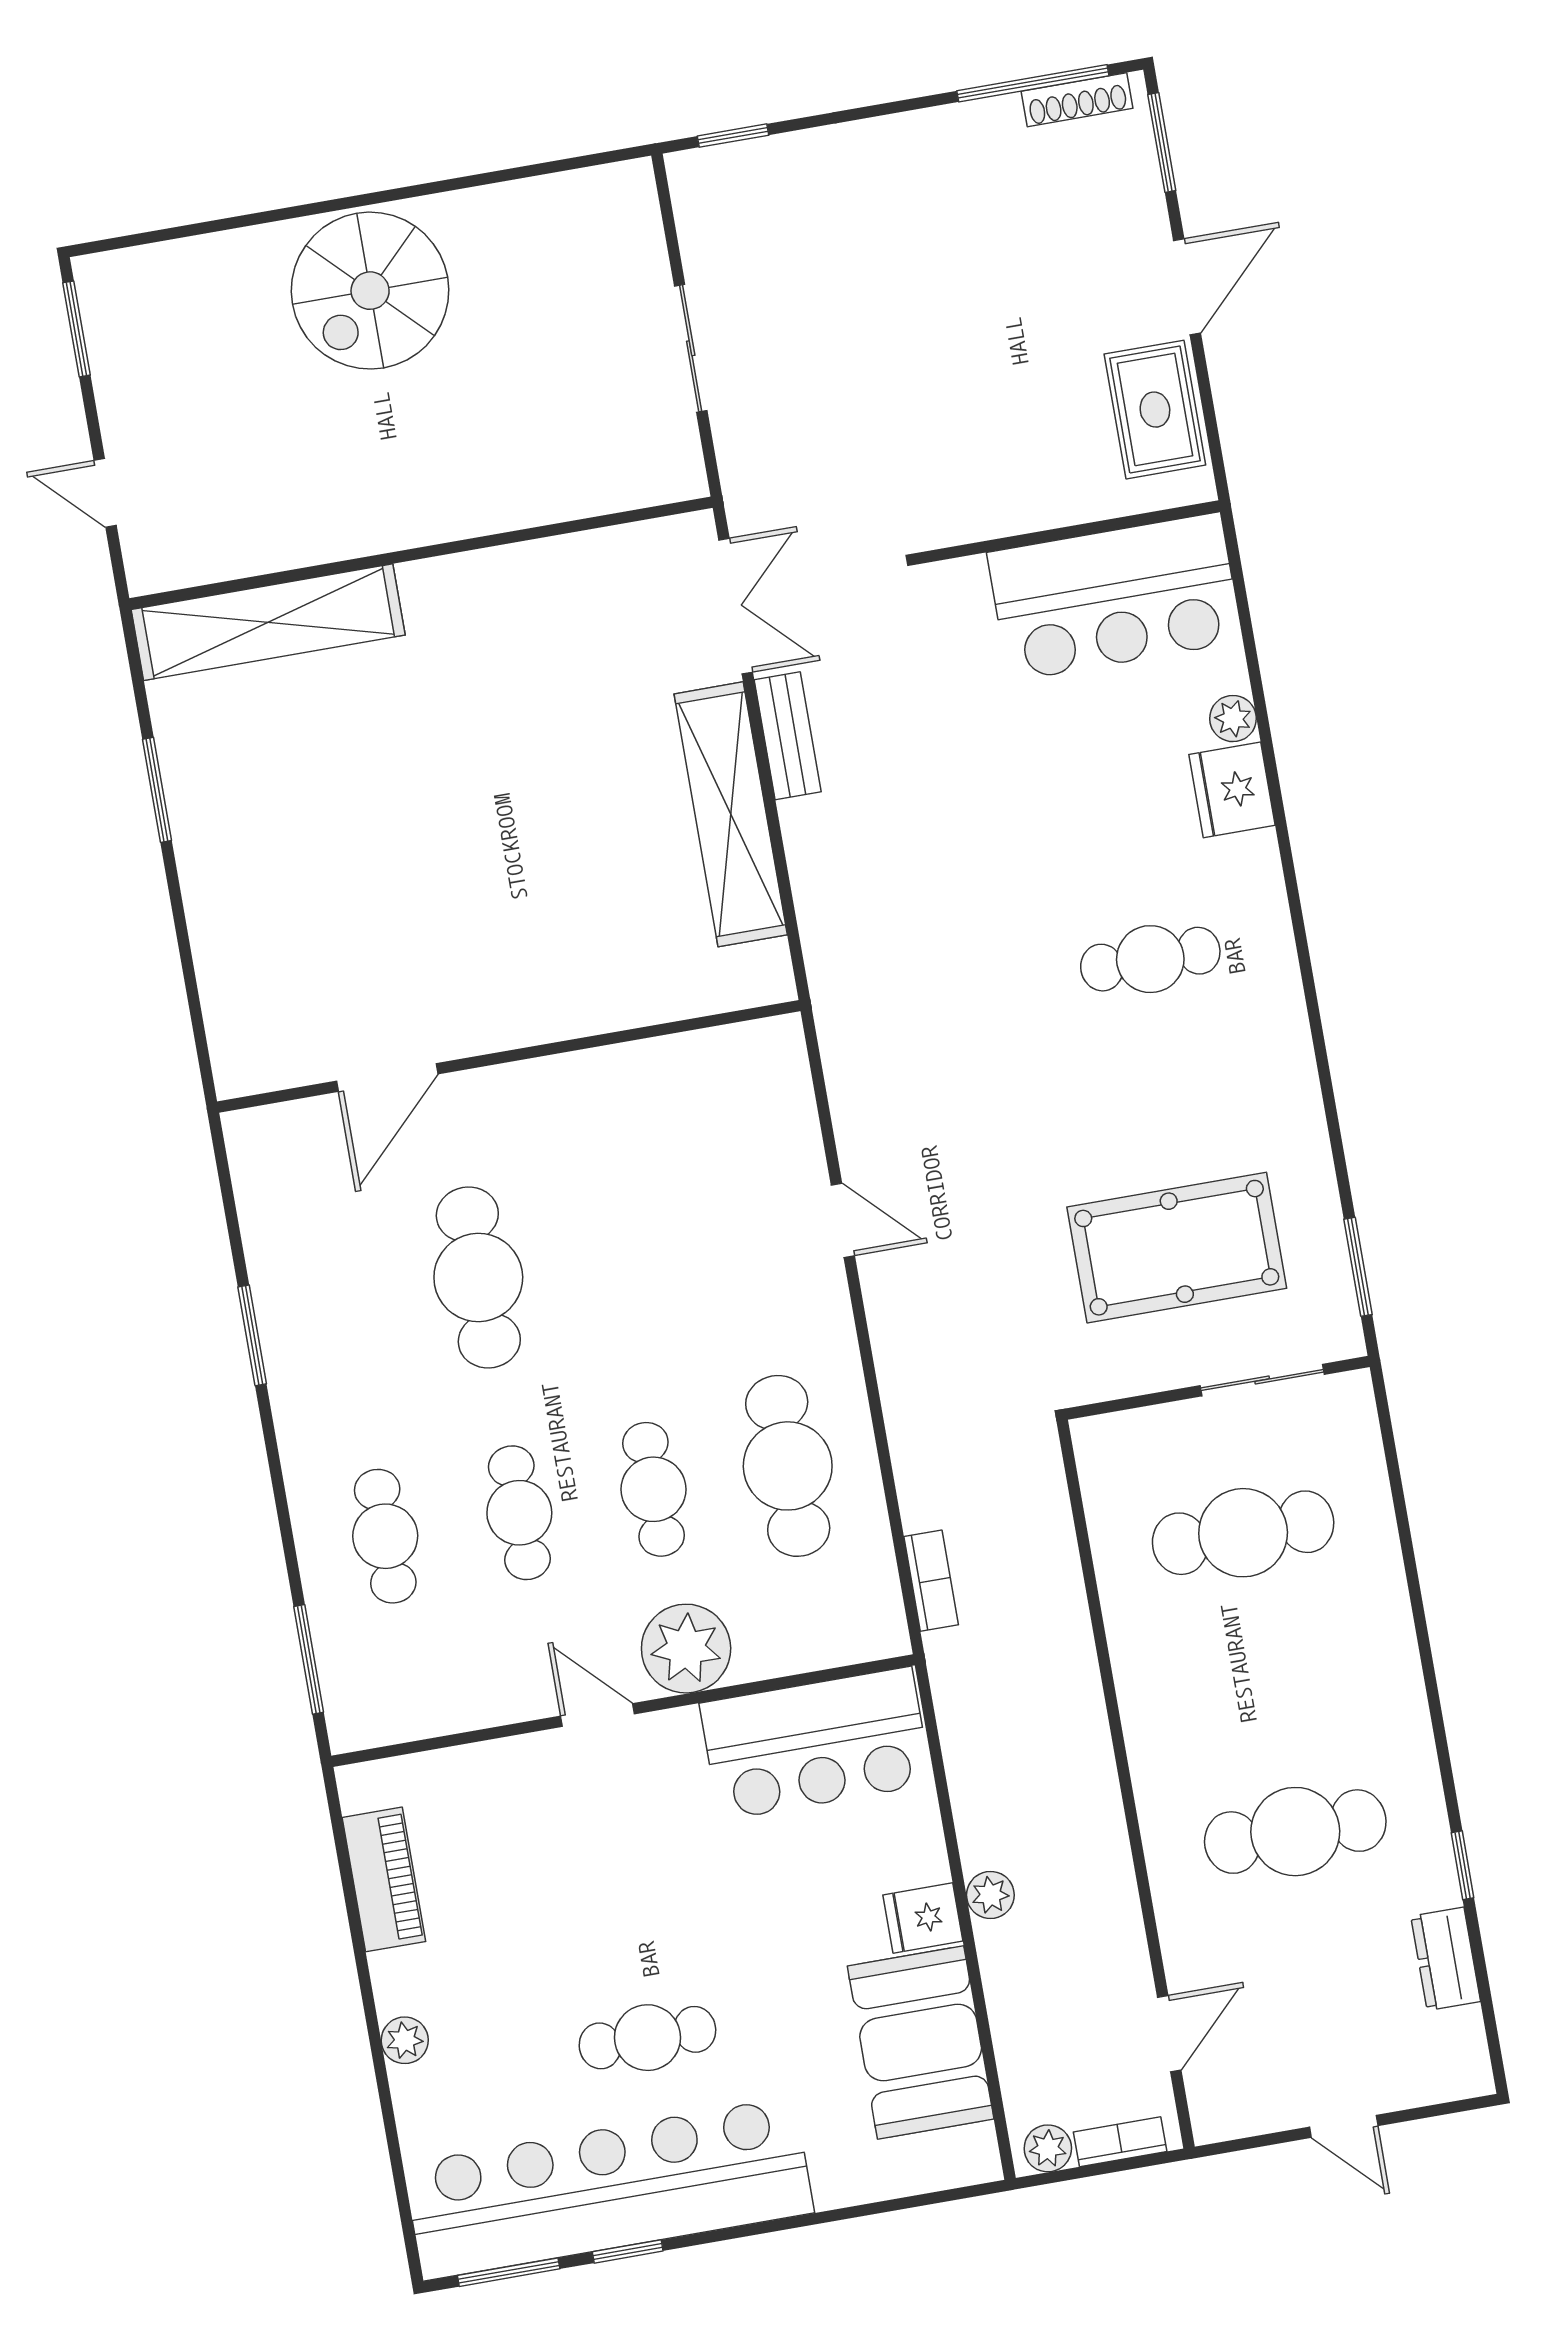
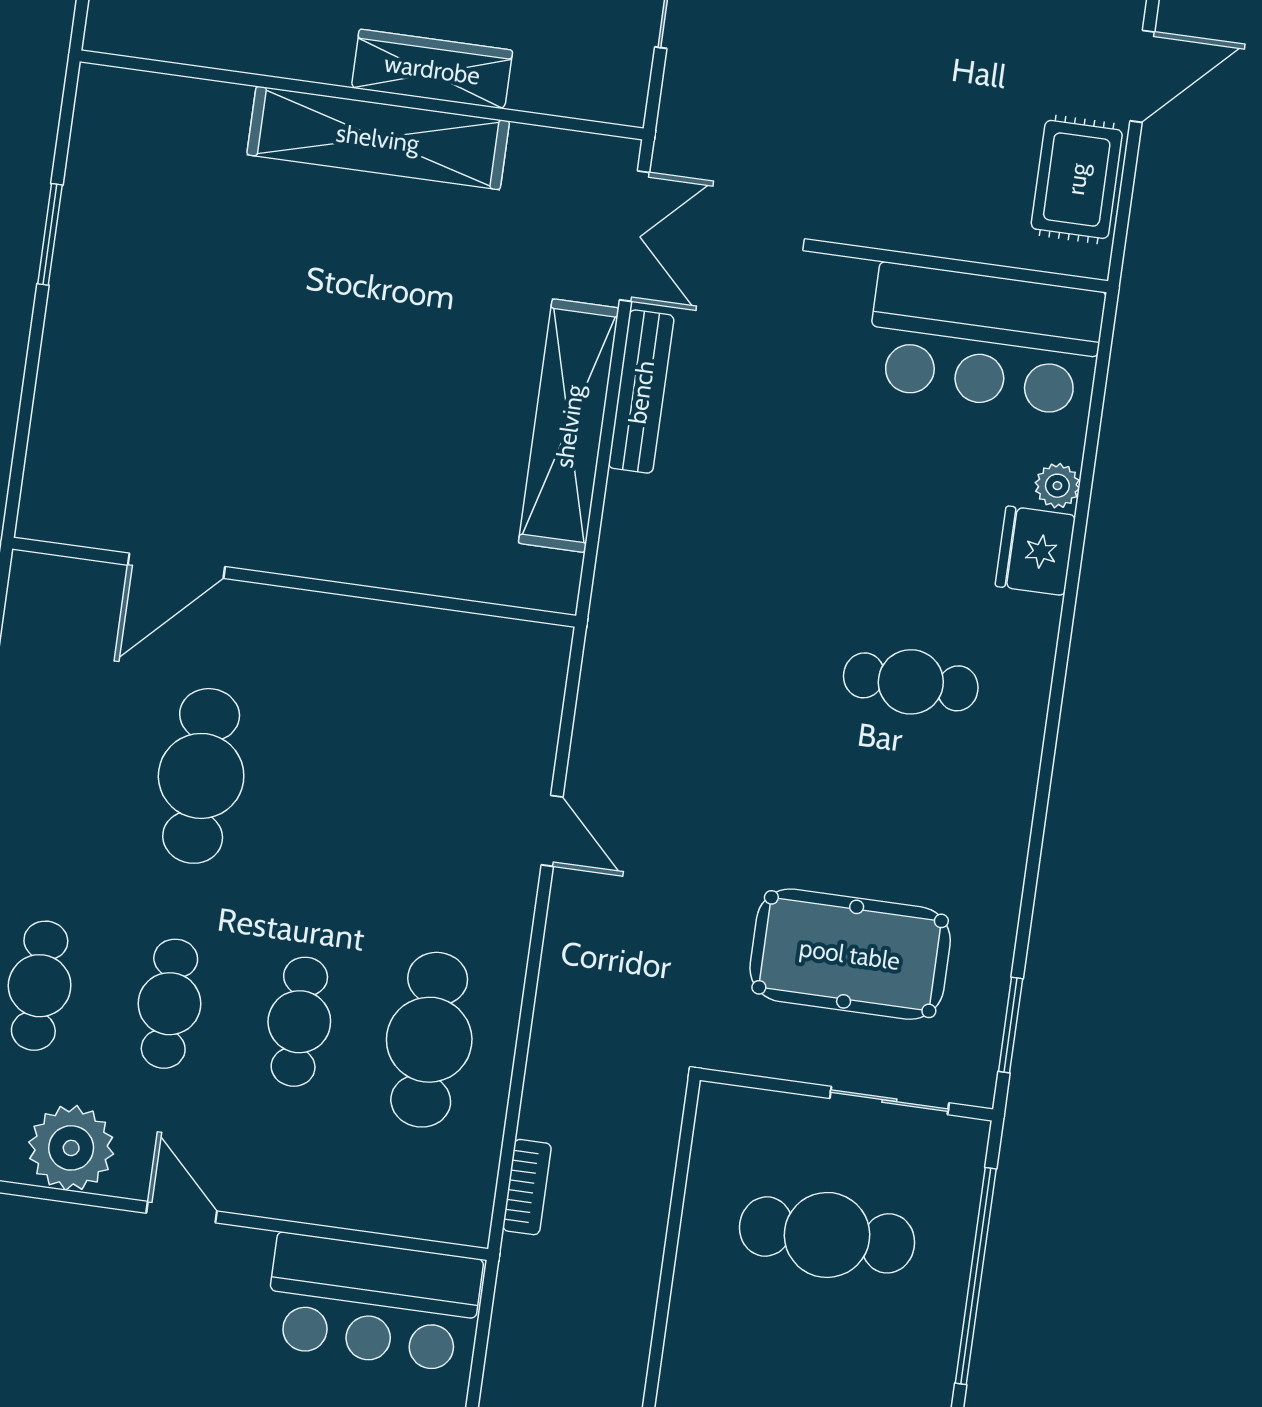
wardrobe: (482, 505) -> (432, 69), added
shelving: (268, 622) -> (378, 138), moved
bench: (788, 736) -> (641, 392), width x1.36
window: (1403, 1526) -> (976, 1276), added
plant: (686, 1649) -> (71, 1148), moved

